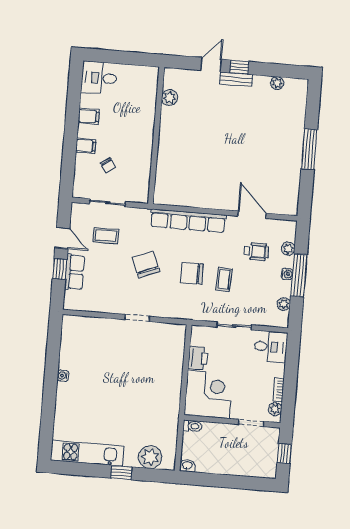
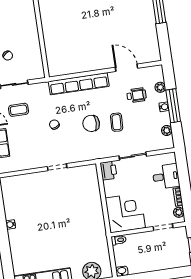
chair: (146, 264) -> (54, 125), width x0.54, depth x0.54
desk: (271, 347) -> (166, 177), moved
printer: (198, 358) -> (108, 170), moved

